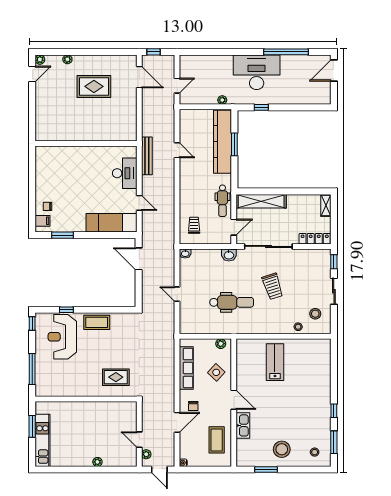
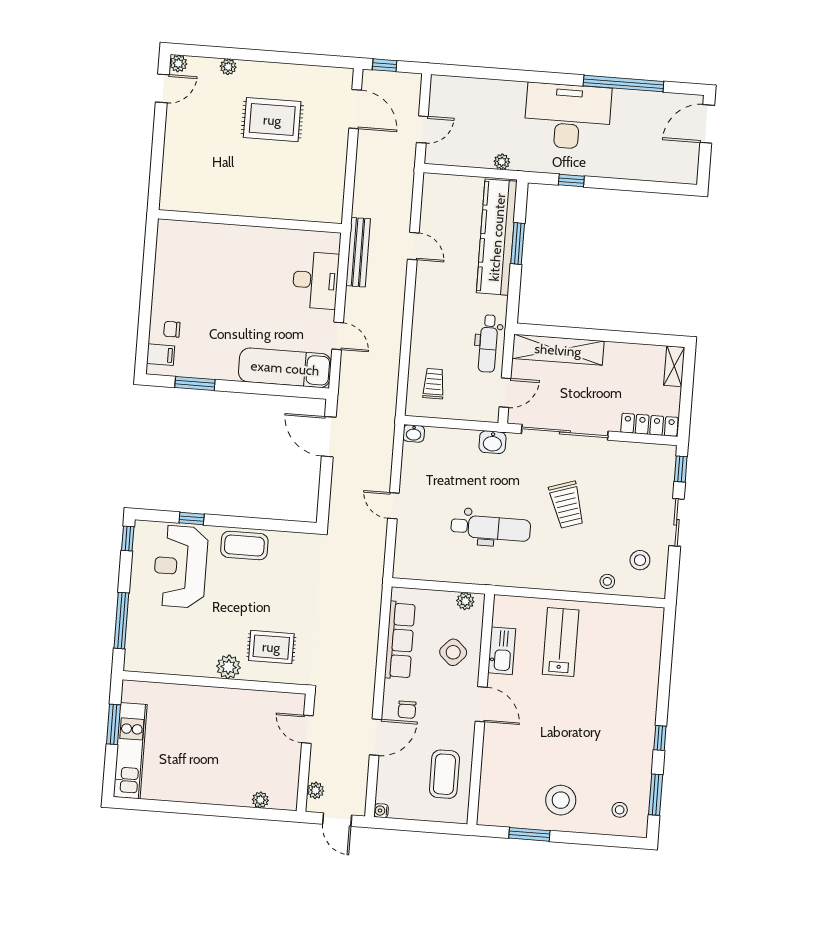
plant: (93, 390) -> (228, 667), added
kitchen sink: (243, 425) -> (502, 651), moved
door: (139, 440) -> (307, 729), moved
plant: (97, 462) -> (260, 800), moved

